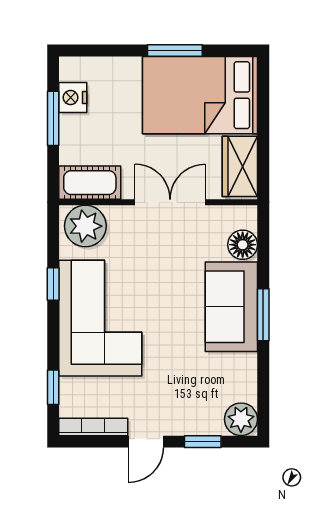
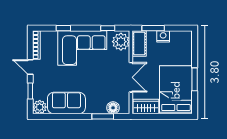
nightstand: (73, 98) -> (163, 36), moved
window: (53, 118) -> (153, 28), moved
window: (53, 284) -> (108, 28), moved
sofa: (231, 307) -> (66, 103), moved
window: (263, 315) -> (103, 116), moved
window: (53, 387) -> (63, 28), moved

